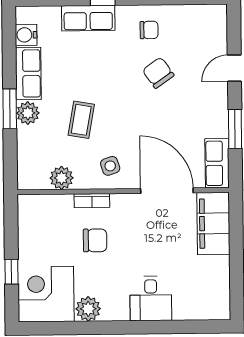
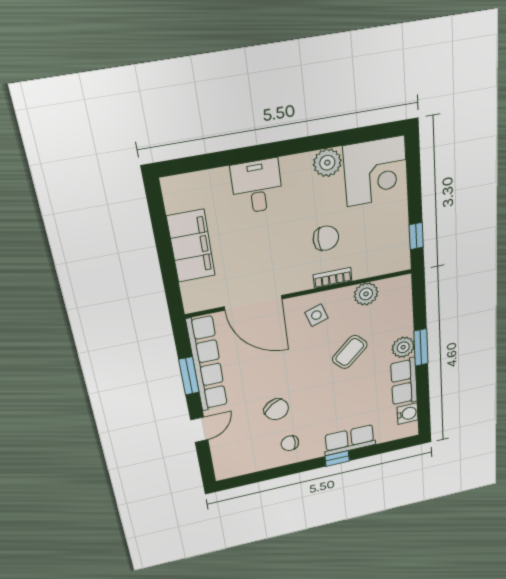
coffee table: (81, 120) -> (350, 352), turned 37
row of seats: (217, 163) -> (207, 363), width x2.02
filing cabinet: (213, 224) -> (191, 246), moved
chair: (95, 240) -> (326, 238), turned 180
window: (11, 272) -> (416, 236), moved

